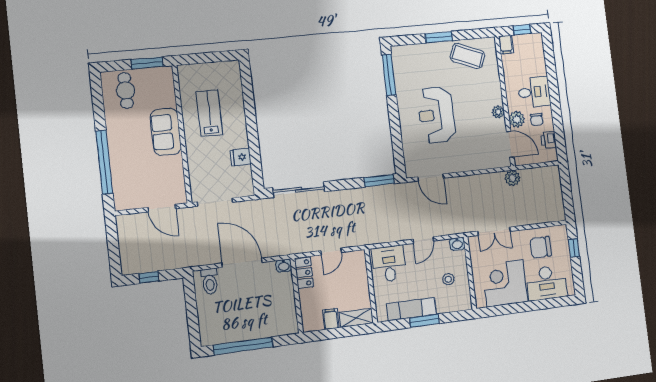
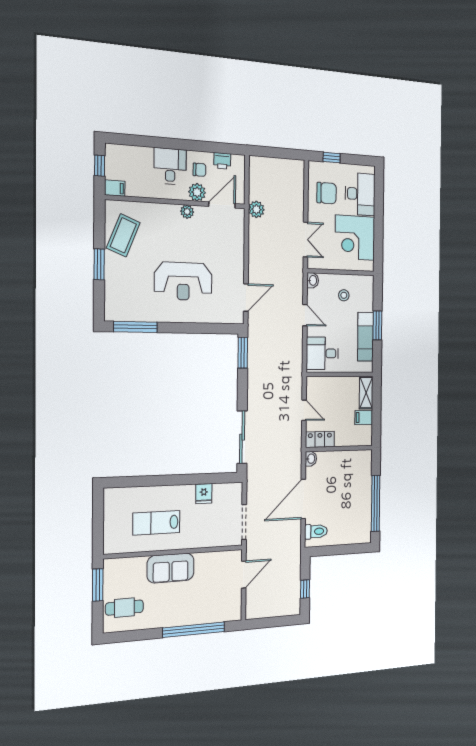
chair: (541, 247) -> (327, 193), turned -90

